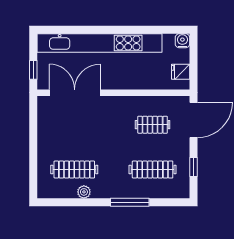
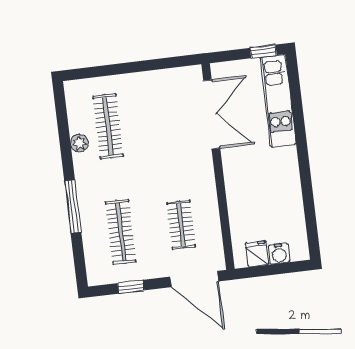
water cooler: (182, 41) -> (279, 254), moved, turned 90
kitchen unit: (99, 43) -> (278, 101), width x0.54
window: (33, 70) -> (263, 51), moved

